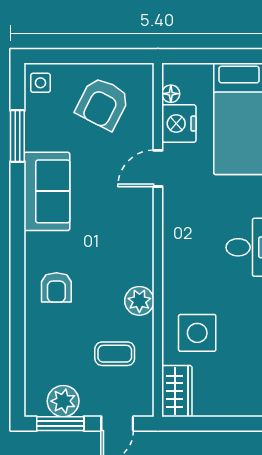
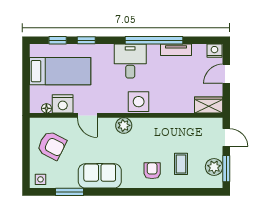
armchair: (56, 287) -> (152, 171), turned -90
plant: (139, 301) -> (124, 125), moved
side table: (197, 333) -> (139, 102), moved
coffee table: (115, 354) -> (181, 164), moved
door: (234, 424) -> (226, 74), added

